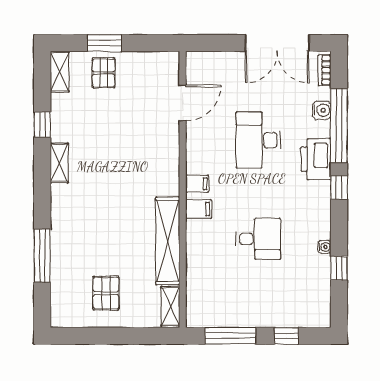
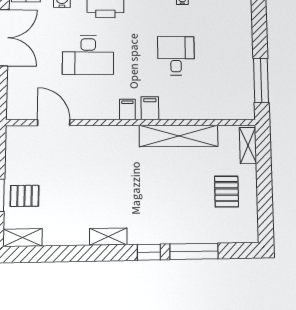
window: (42, 125) -> (149, 252), moved
pallet: (106, 293) -> (227, 192), turned 90
shelving: (170, 306) -> (248, 146), moved, turned 90
window: (287, 336) -> (259, 32), removed

